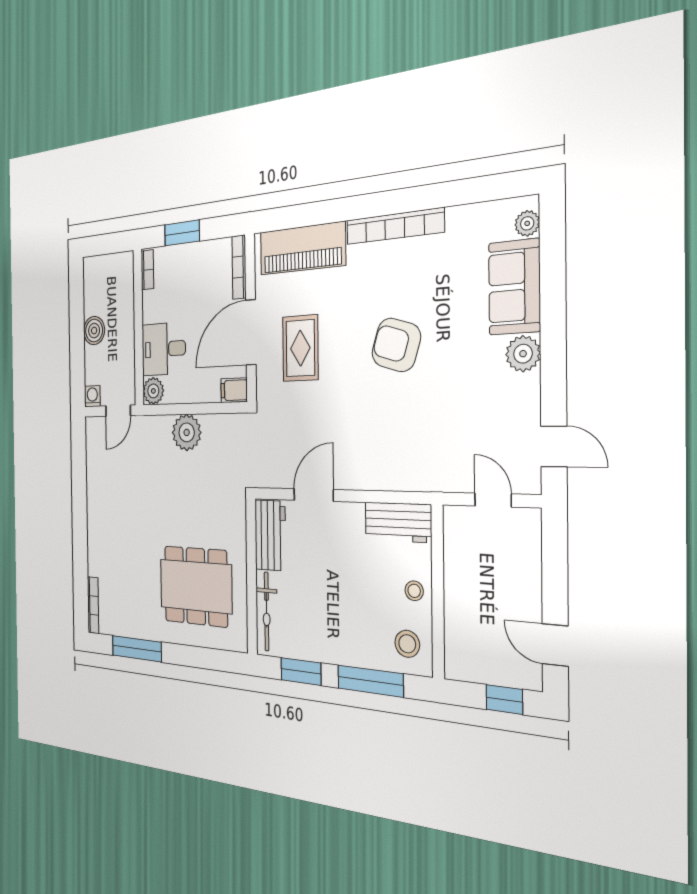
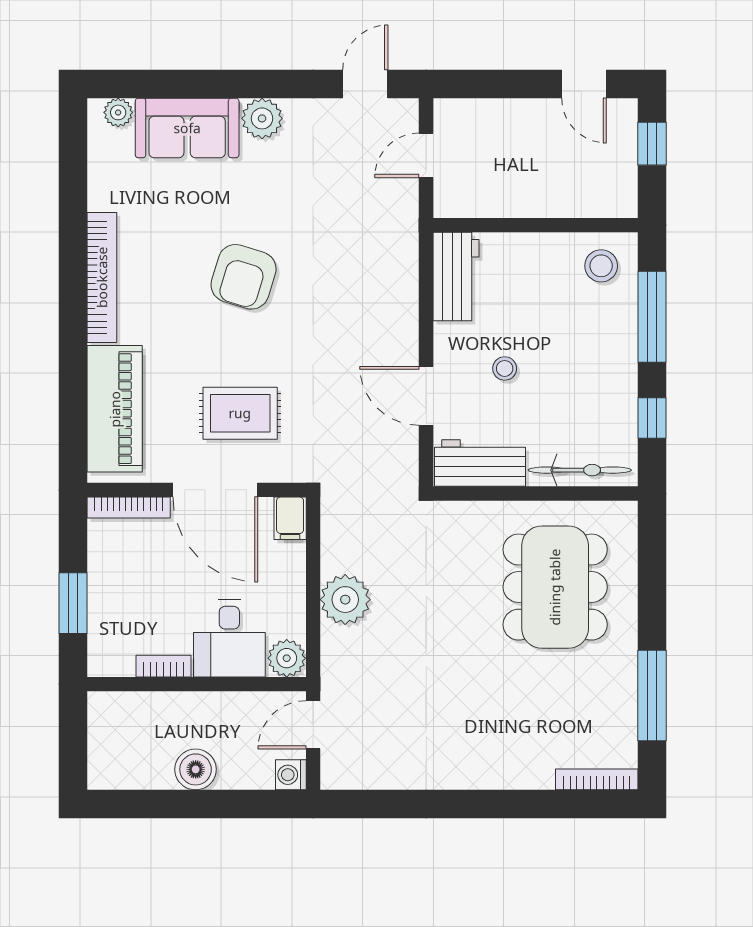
bookcase: (147, 270) -> (163, 666), moved
door: (118, 411) -> (313, 725), swing flipped
stool: (414, 591) -> (505, 368), moved
door: (555, 645) -> (584, 84), hinge flipped
window: (301, 671) -> (652, 418), width x0.67

